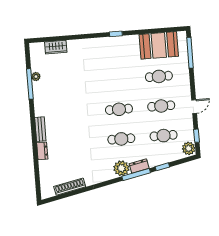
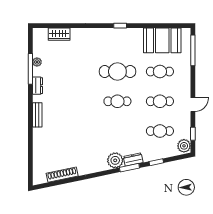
cafe table: (121, 139) -> (117, 72), moved, width x1.37, depth x1.35
dresser: (42, 151) -> (37, 86), moved
window: (136, 174) -> (129, 168), width x0.69

